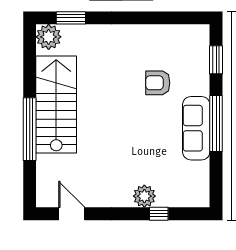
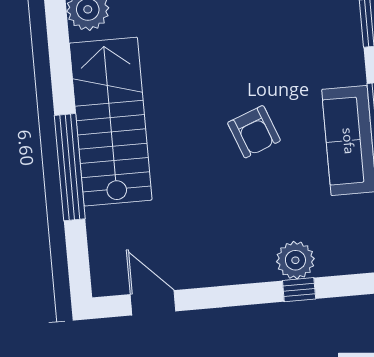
armchair: (158, 83) -> (254, 132), moved, turned -111
plant: (144, 196) -> (295, 260), moved

